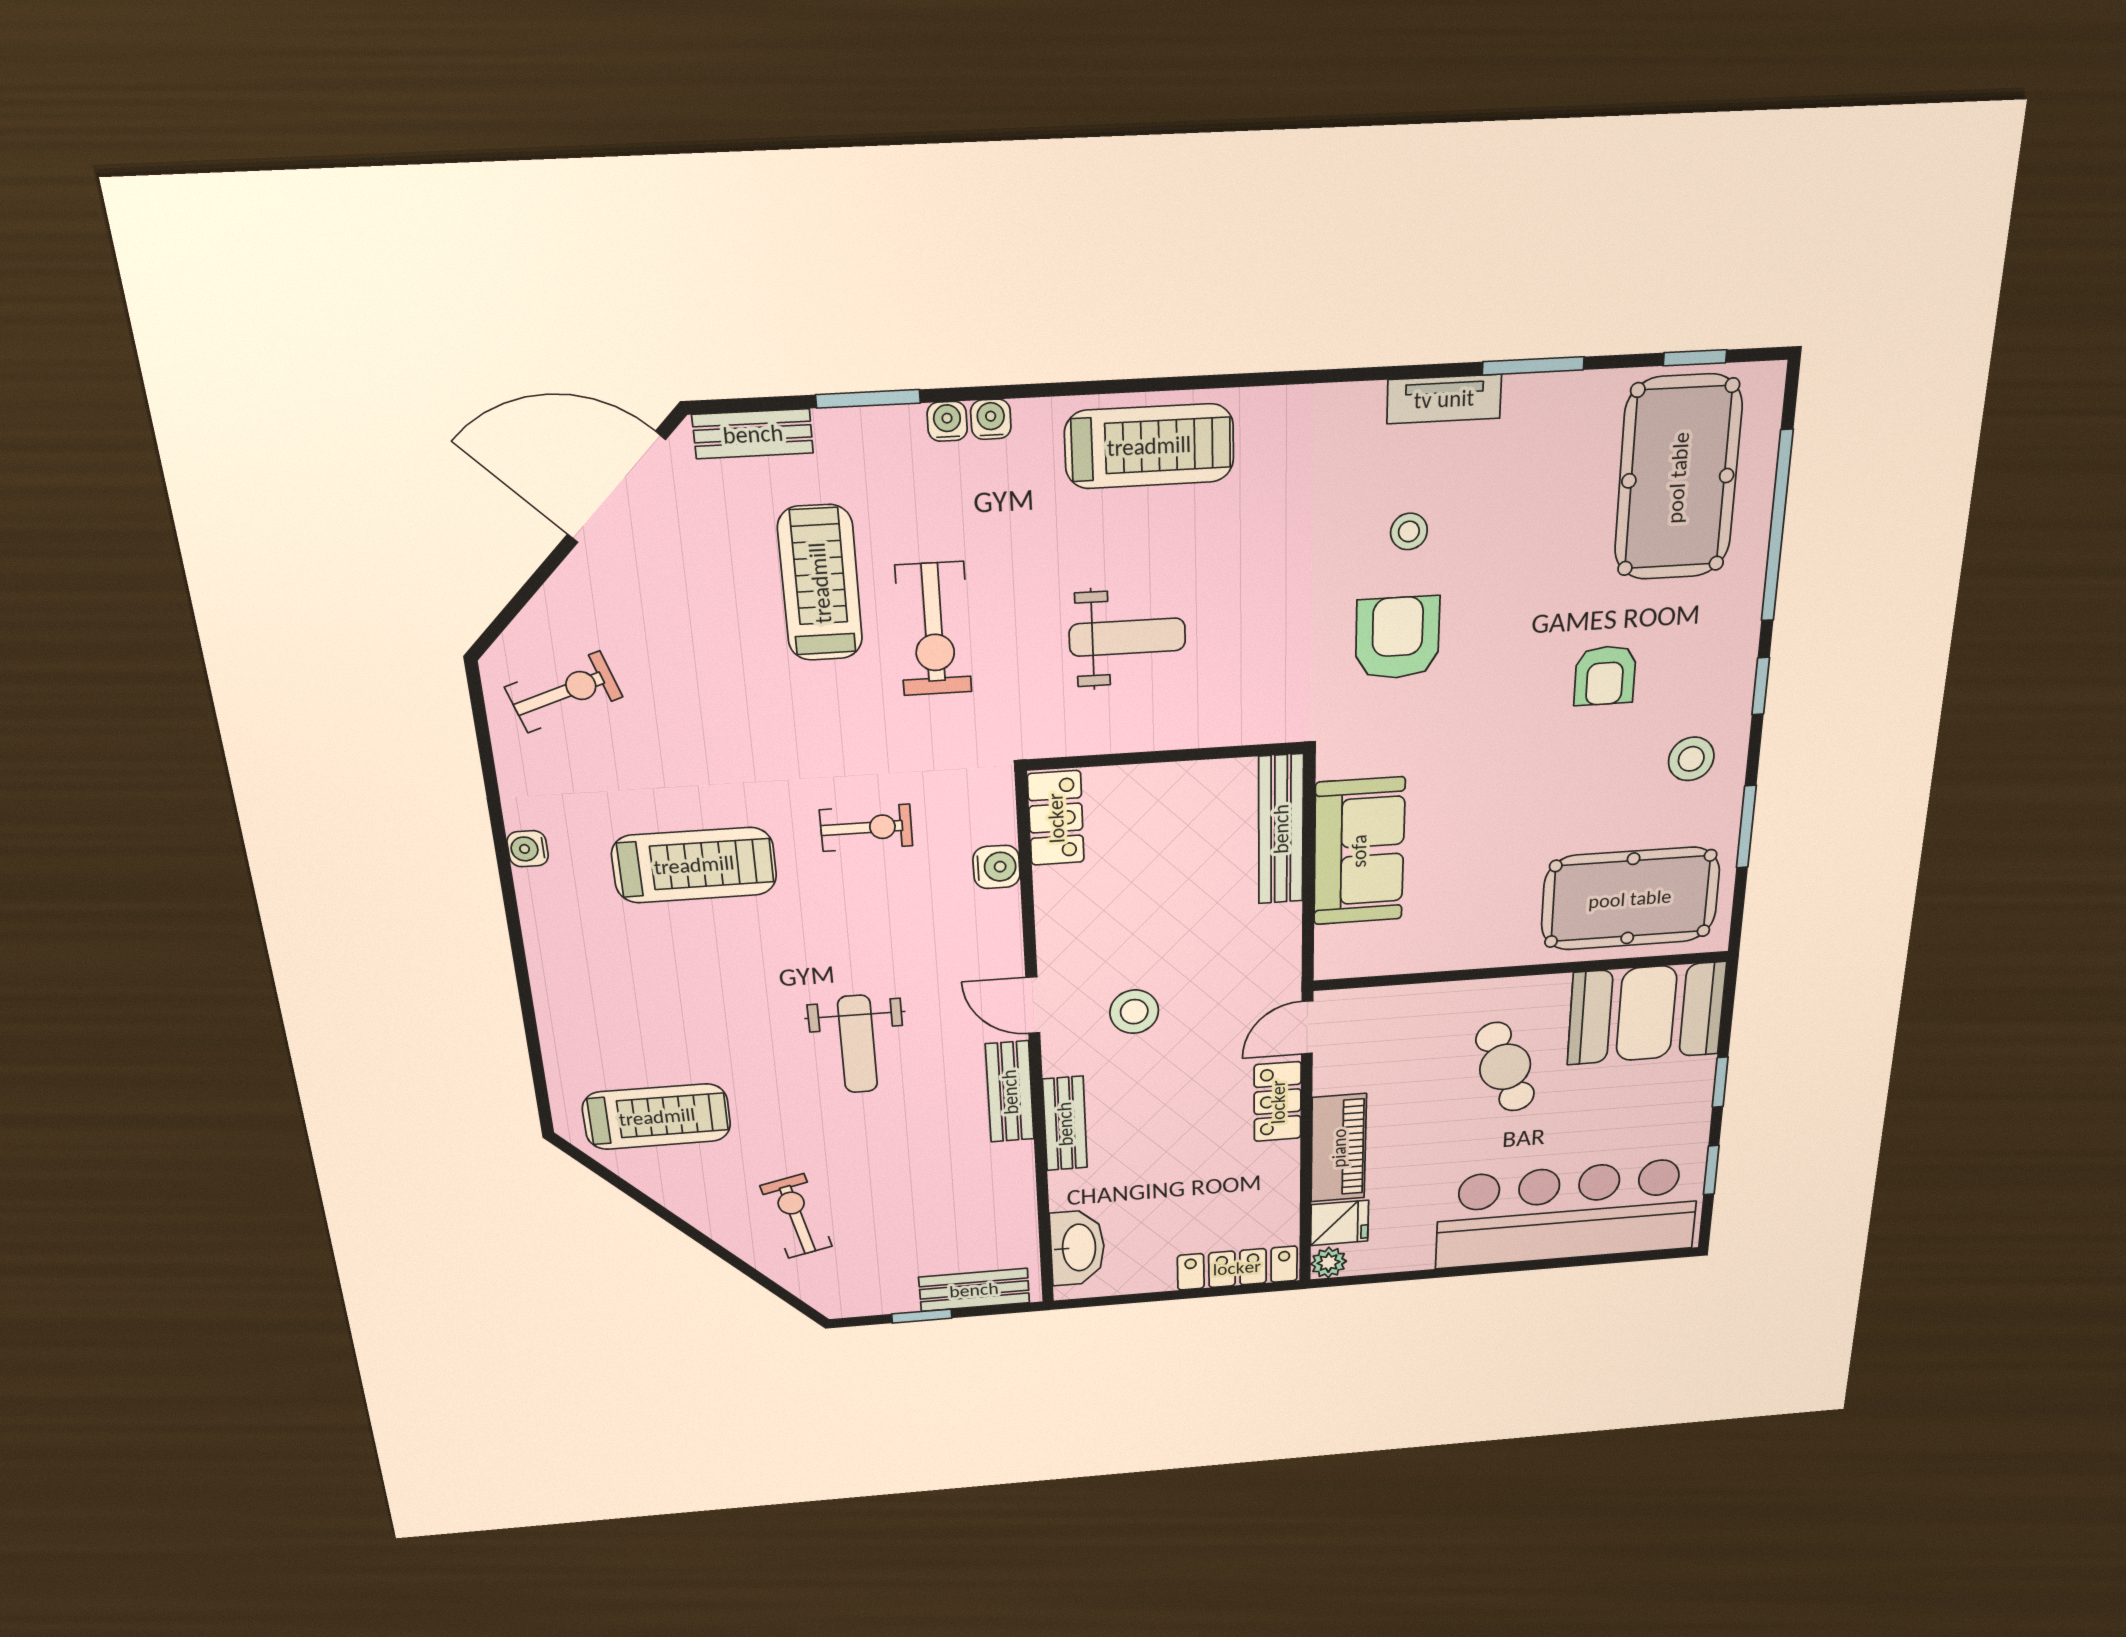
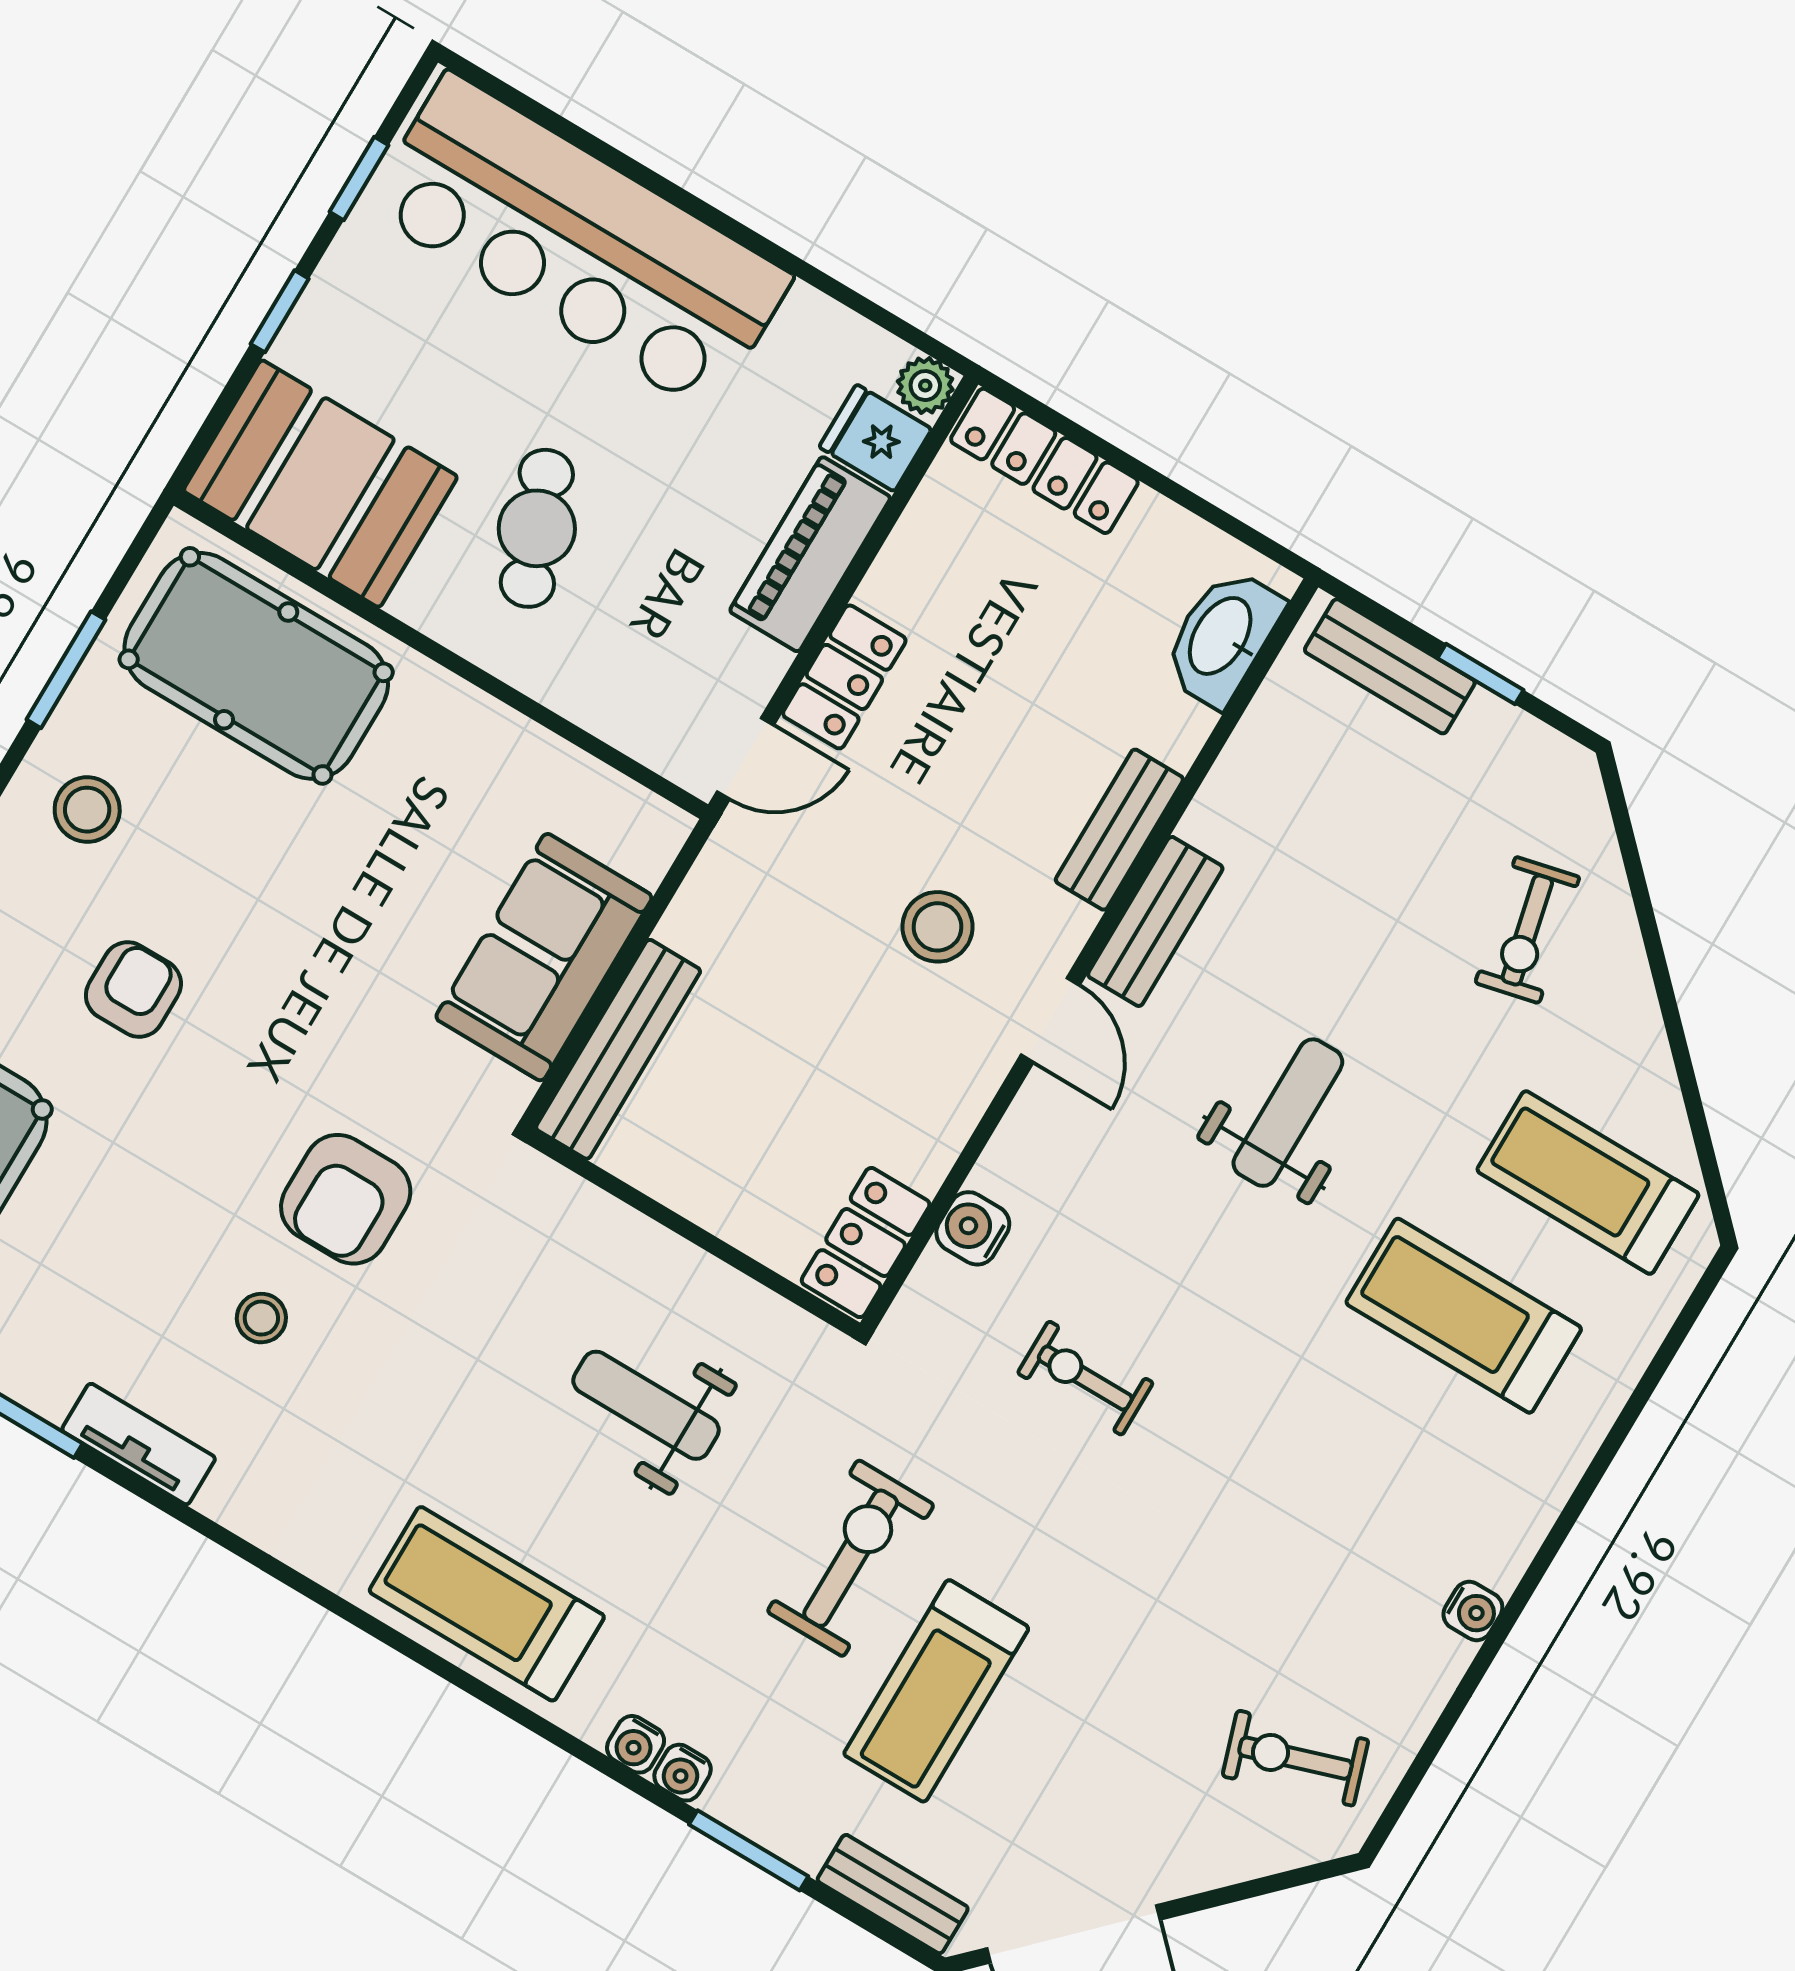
treadmill: (694, 865) -> (1464, 1316), moved

